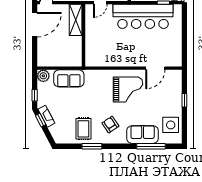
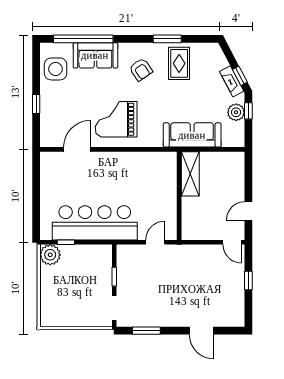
shelving: (76, 20) -> (190, 174), moved
door: (35, 25) -> (248, 211), width x0.53
plant: (43, 76) -> (236, 112), moved
sofa: (69, 78) -> (192, 135), width x1.36
window: (151, 146) -> (83, 39), width x1.46

